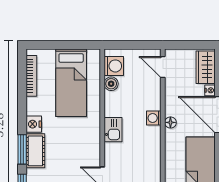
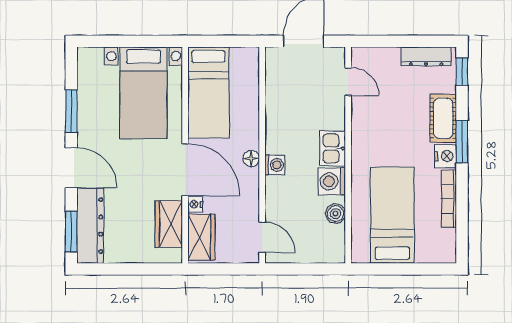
washing machine: (114, 66) -> (332, 181), moved
bookcase: (31, 76) -> (449, 199), moved
window: (22, 149) -> (462, 142), moved

